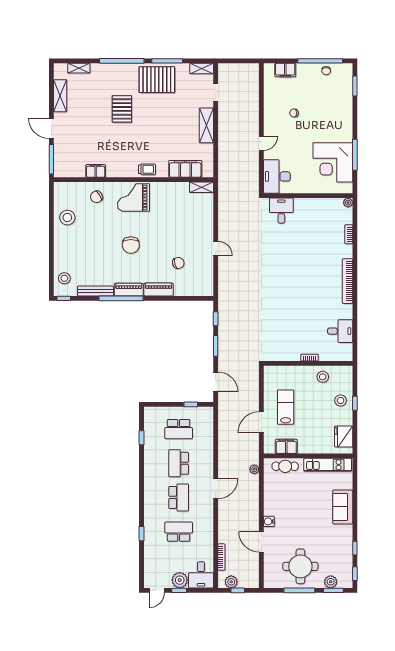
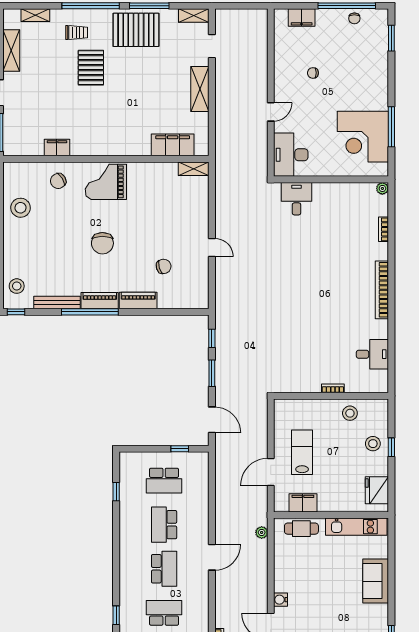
trolley: (147, 169) -> (77, 32), moved

